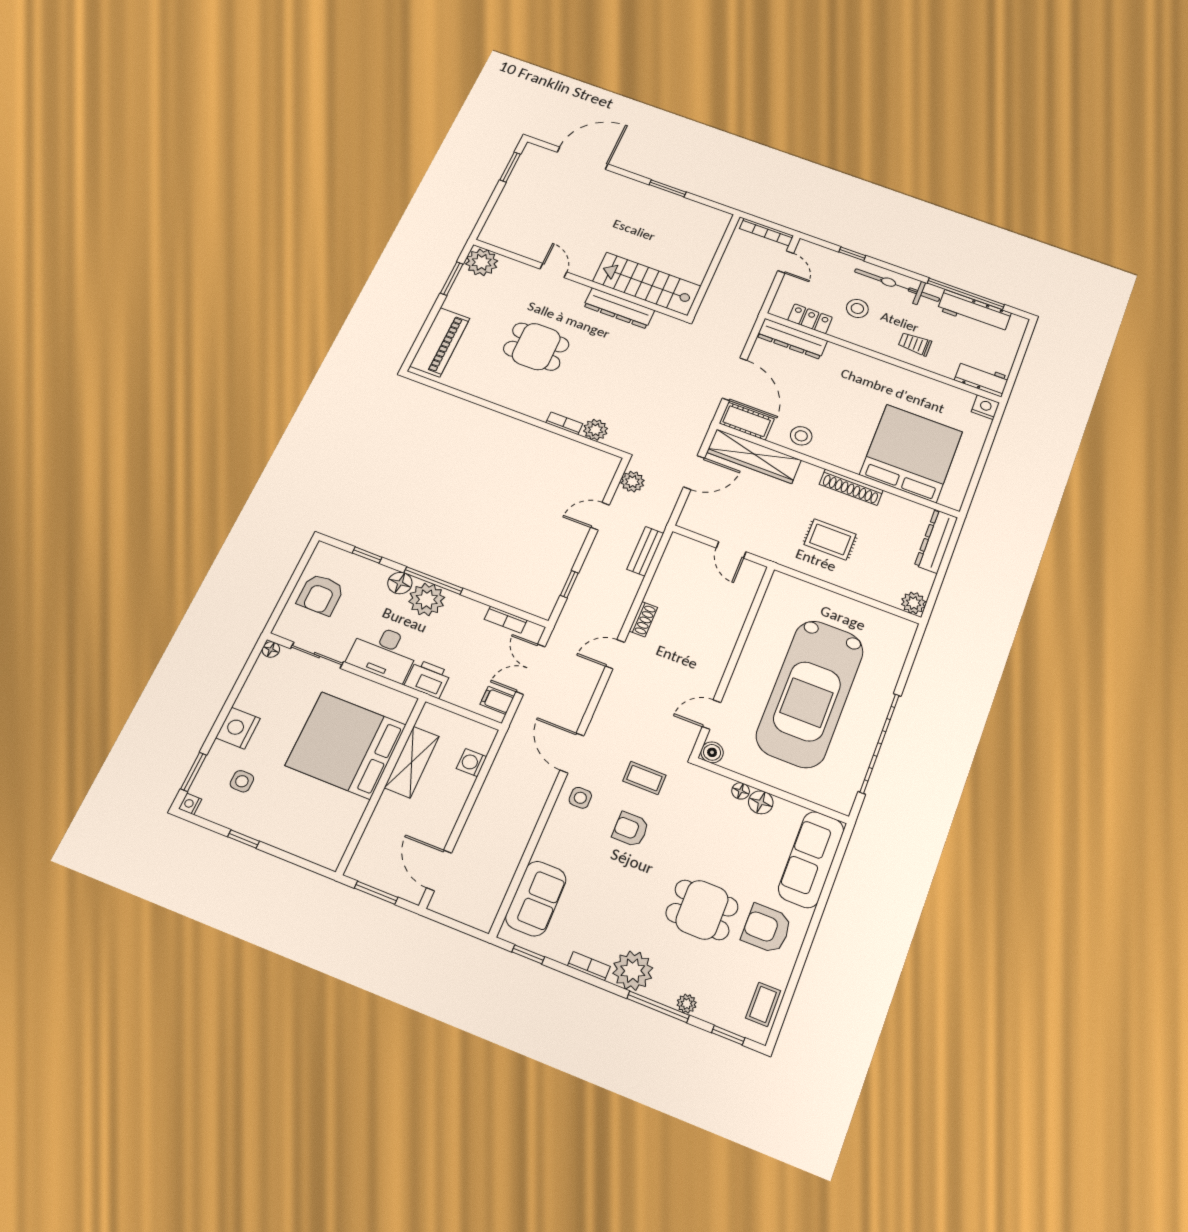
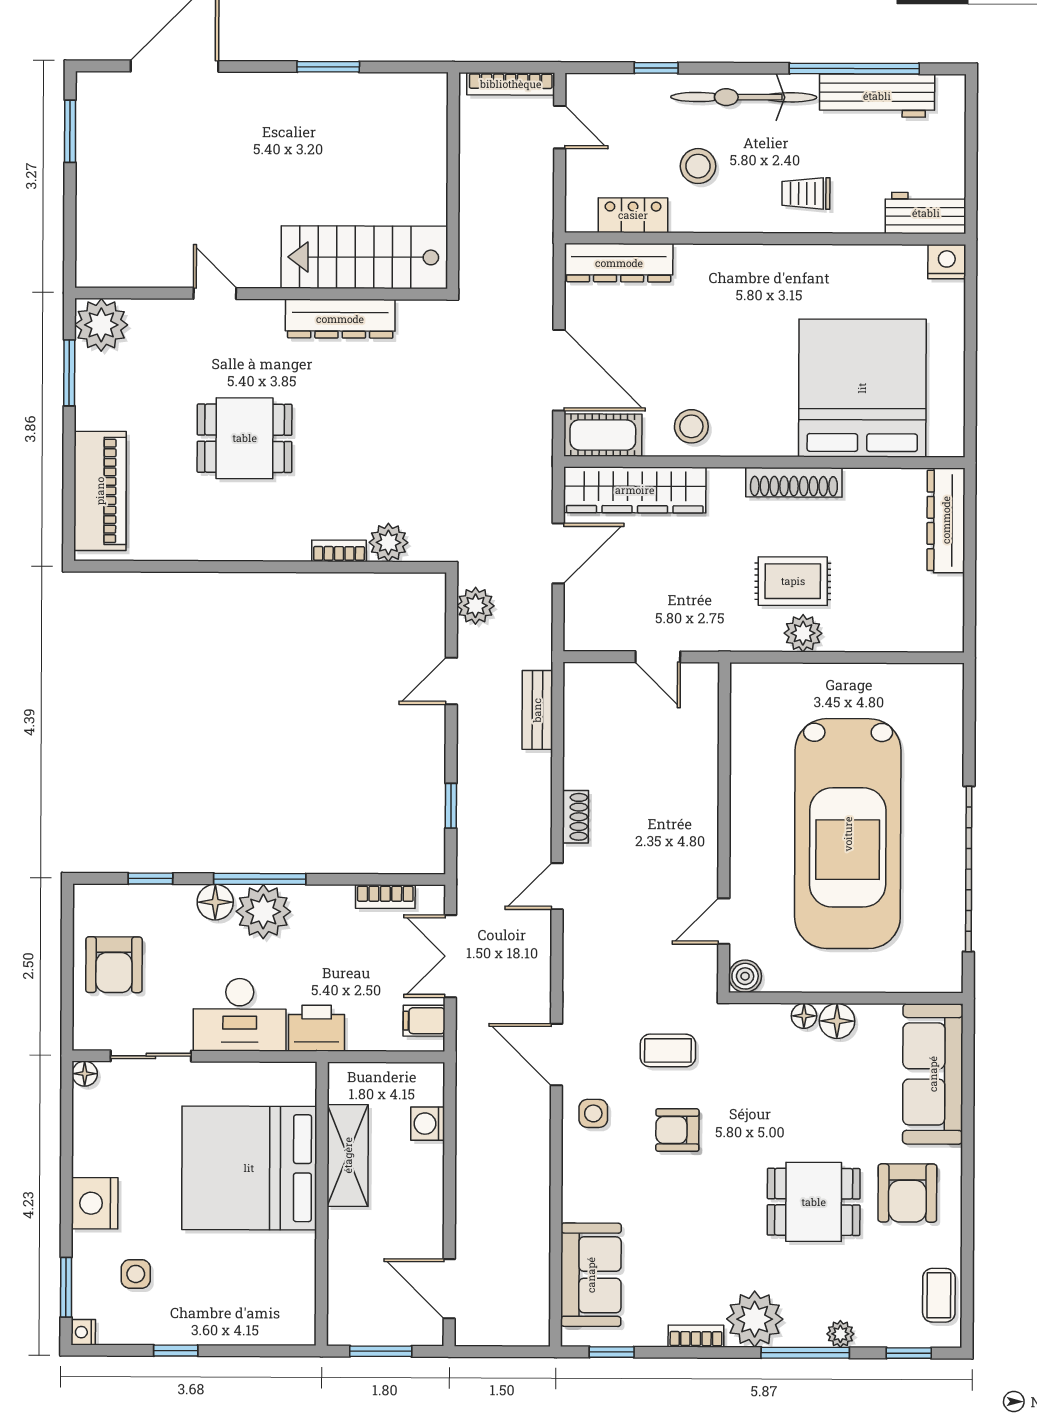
plant: (913, 603) -> (803, 633), moved
armchair: (767, 929) -> (907, 1193), turned -90

